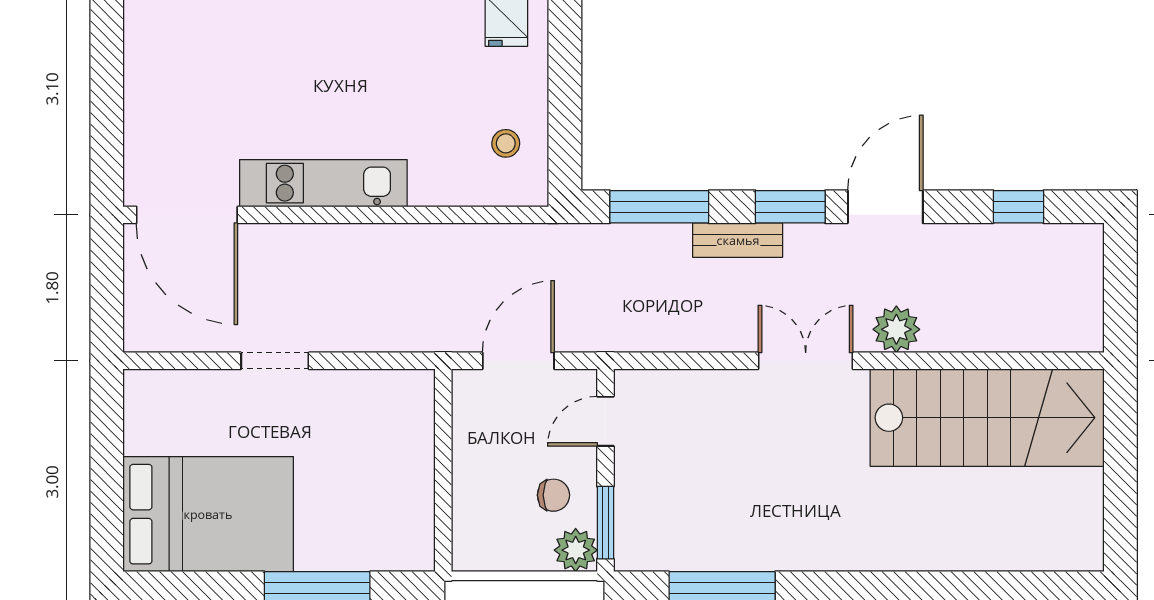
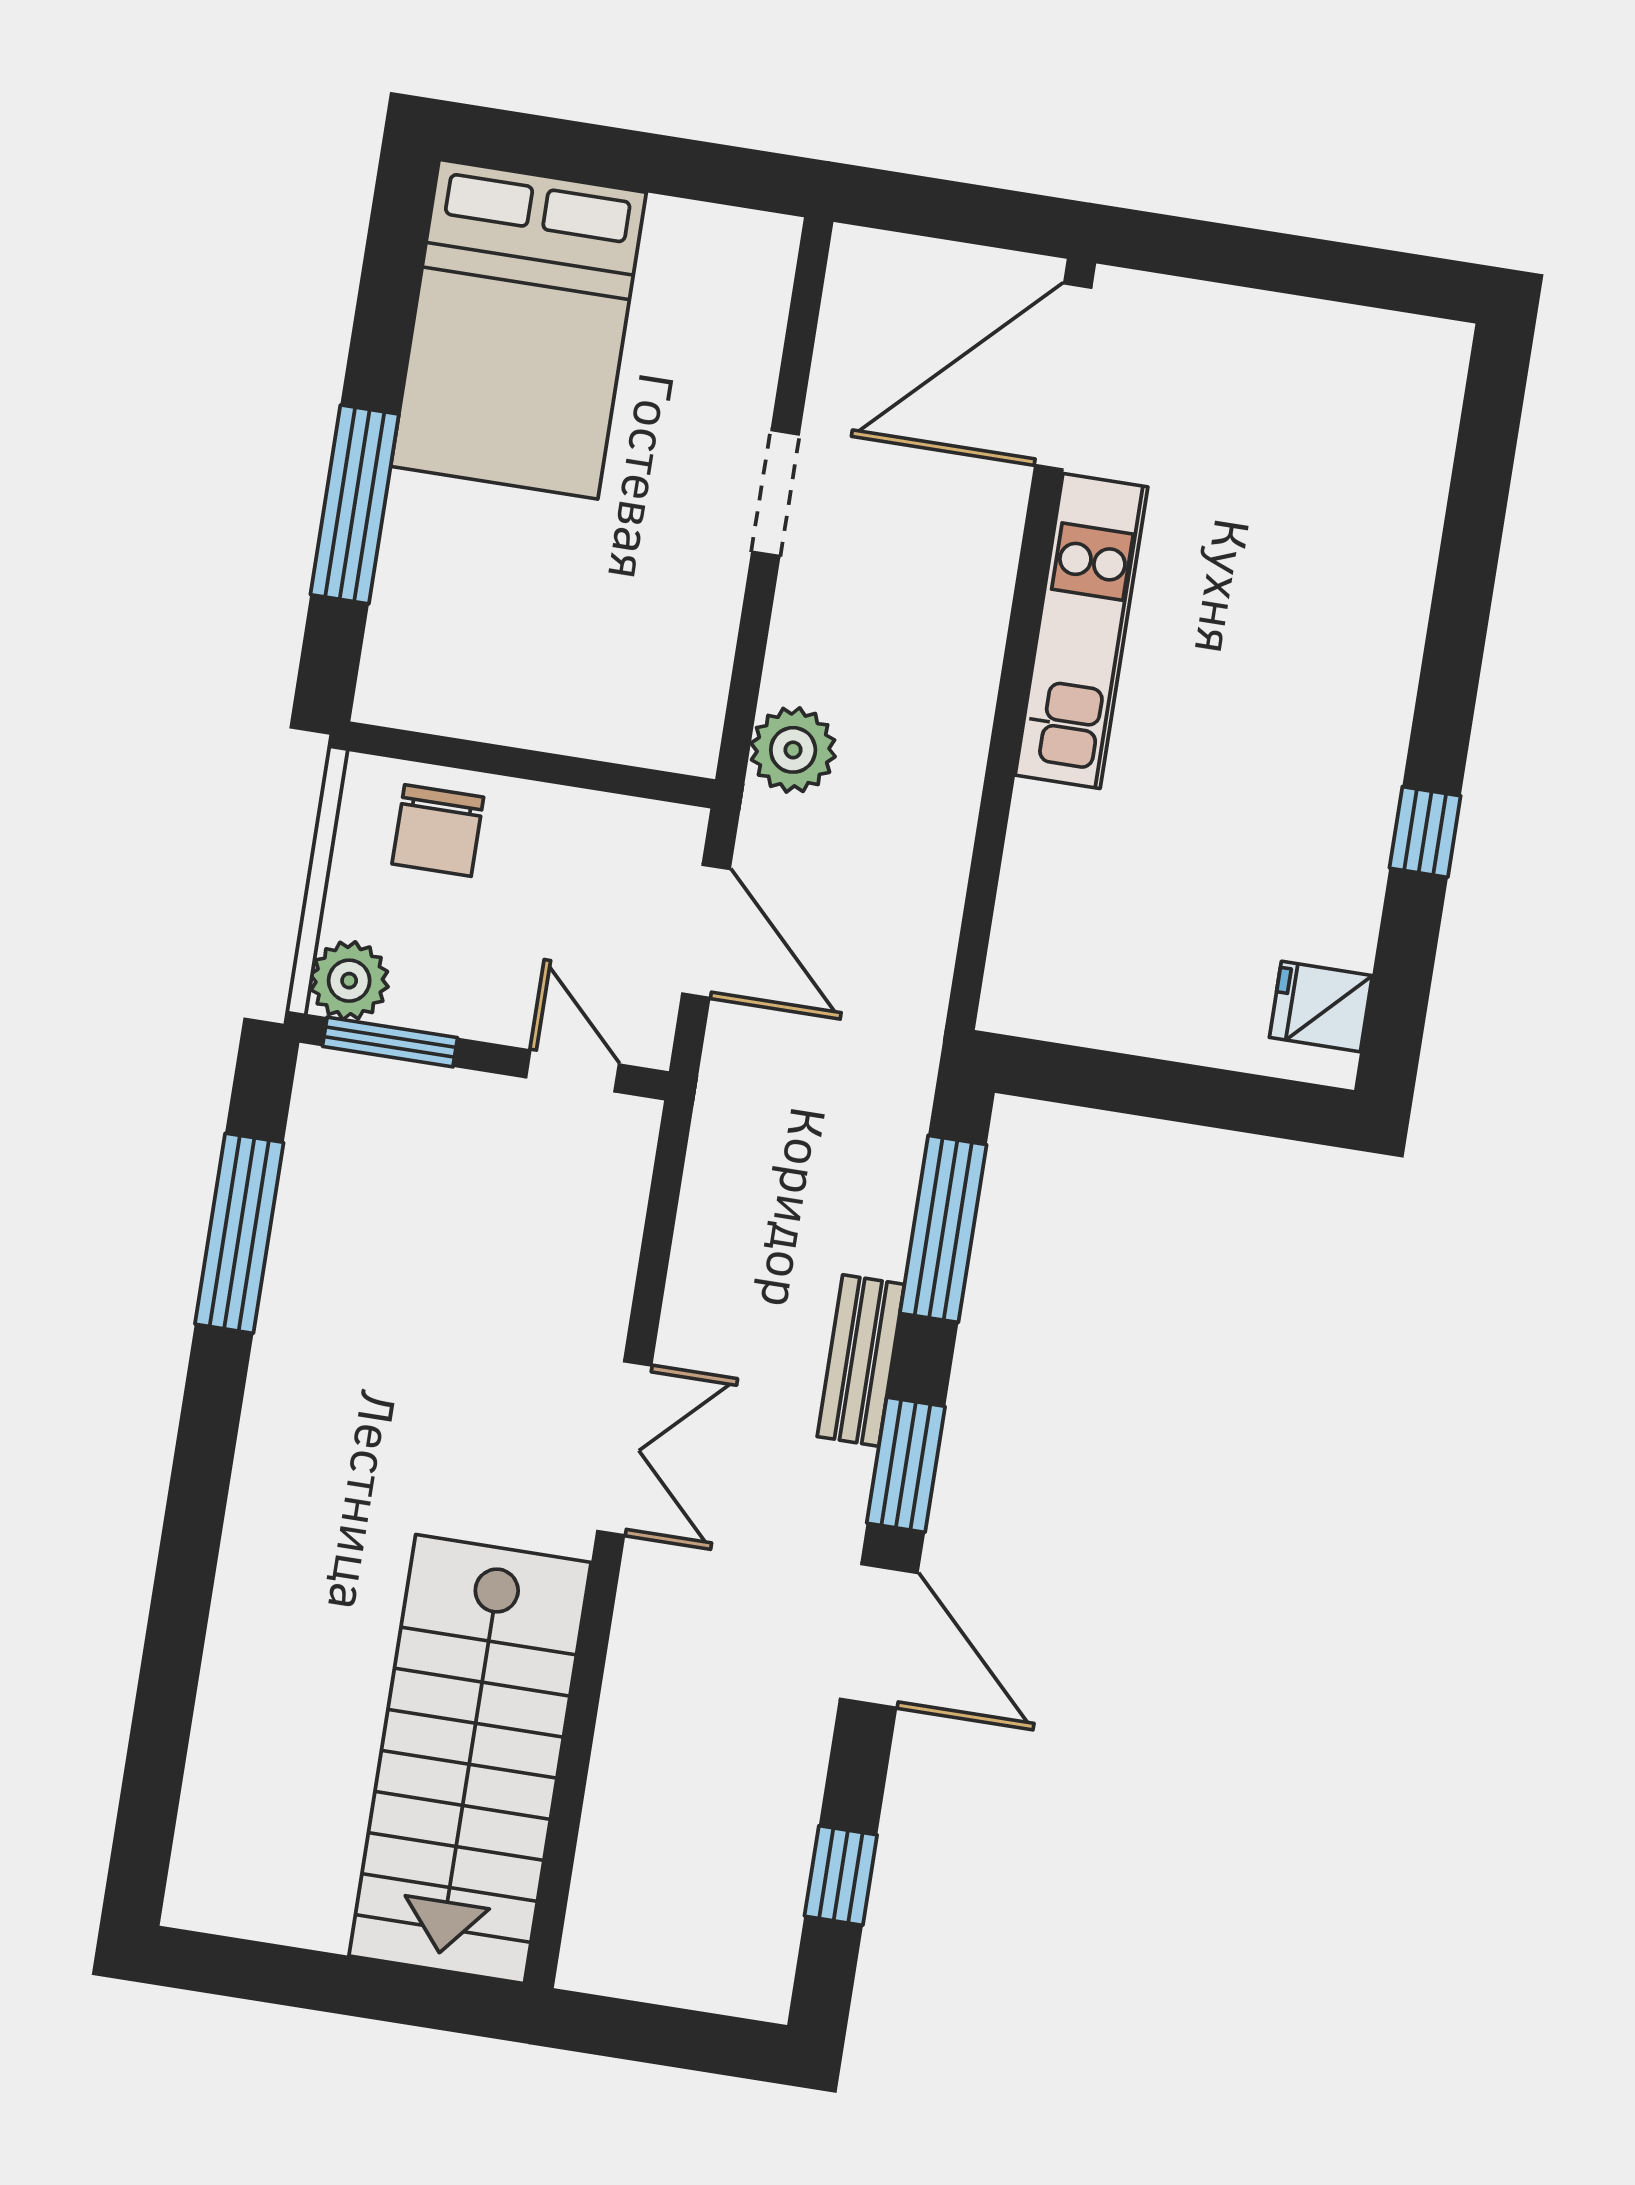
stool: (506, 143) -> (1101, 971), removed
plant: (896, 329) -> (793, 750), moved
chair: (553, 495) -> (438, 831), moved, width x1.37, depth x1.37

